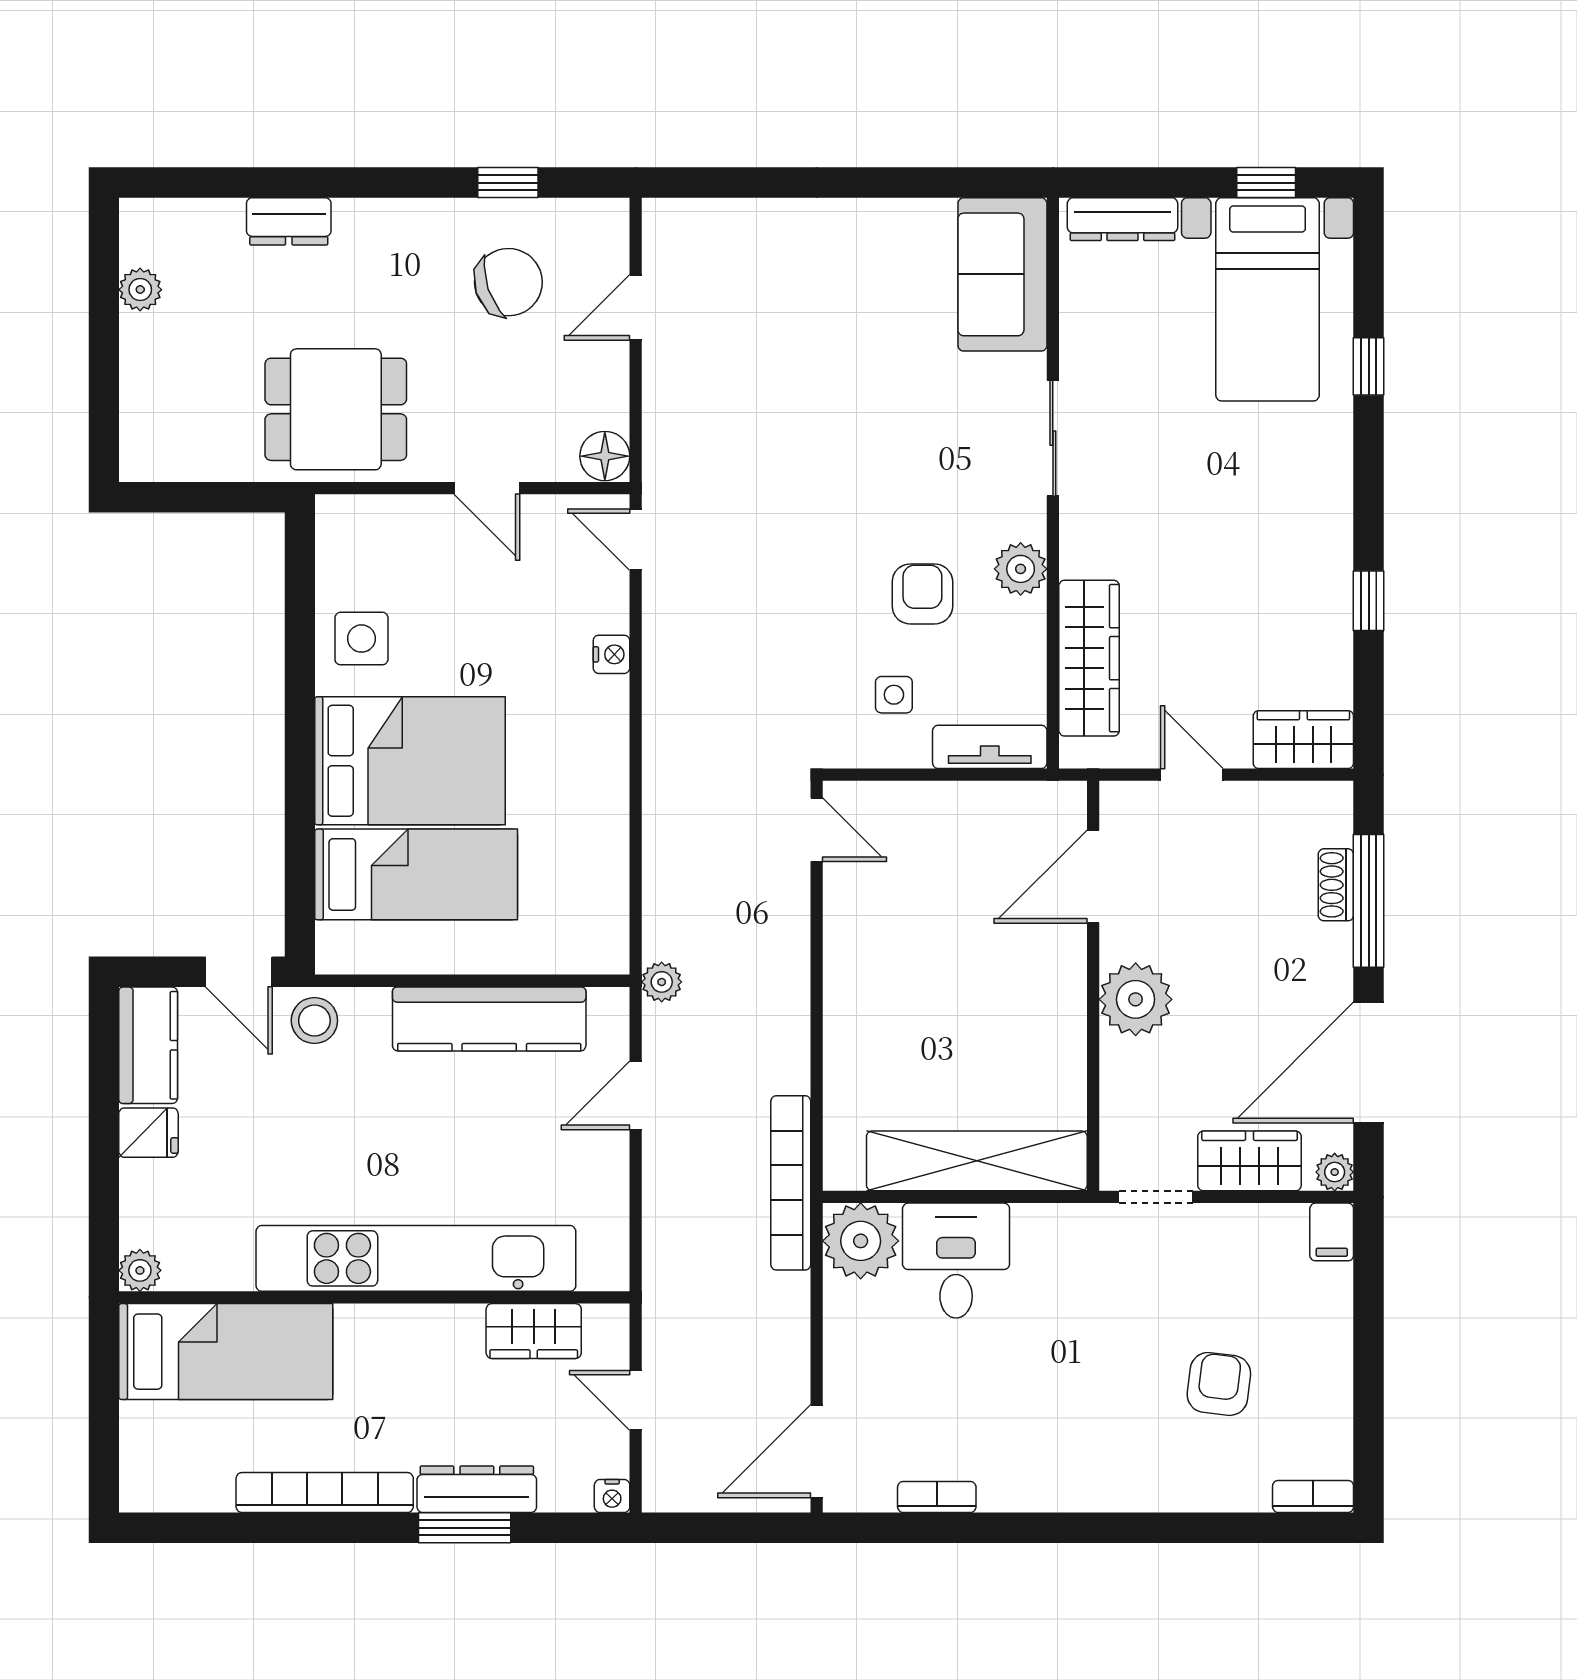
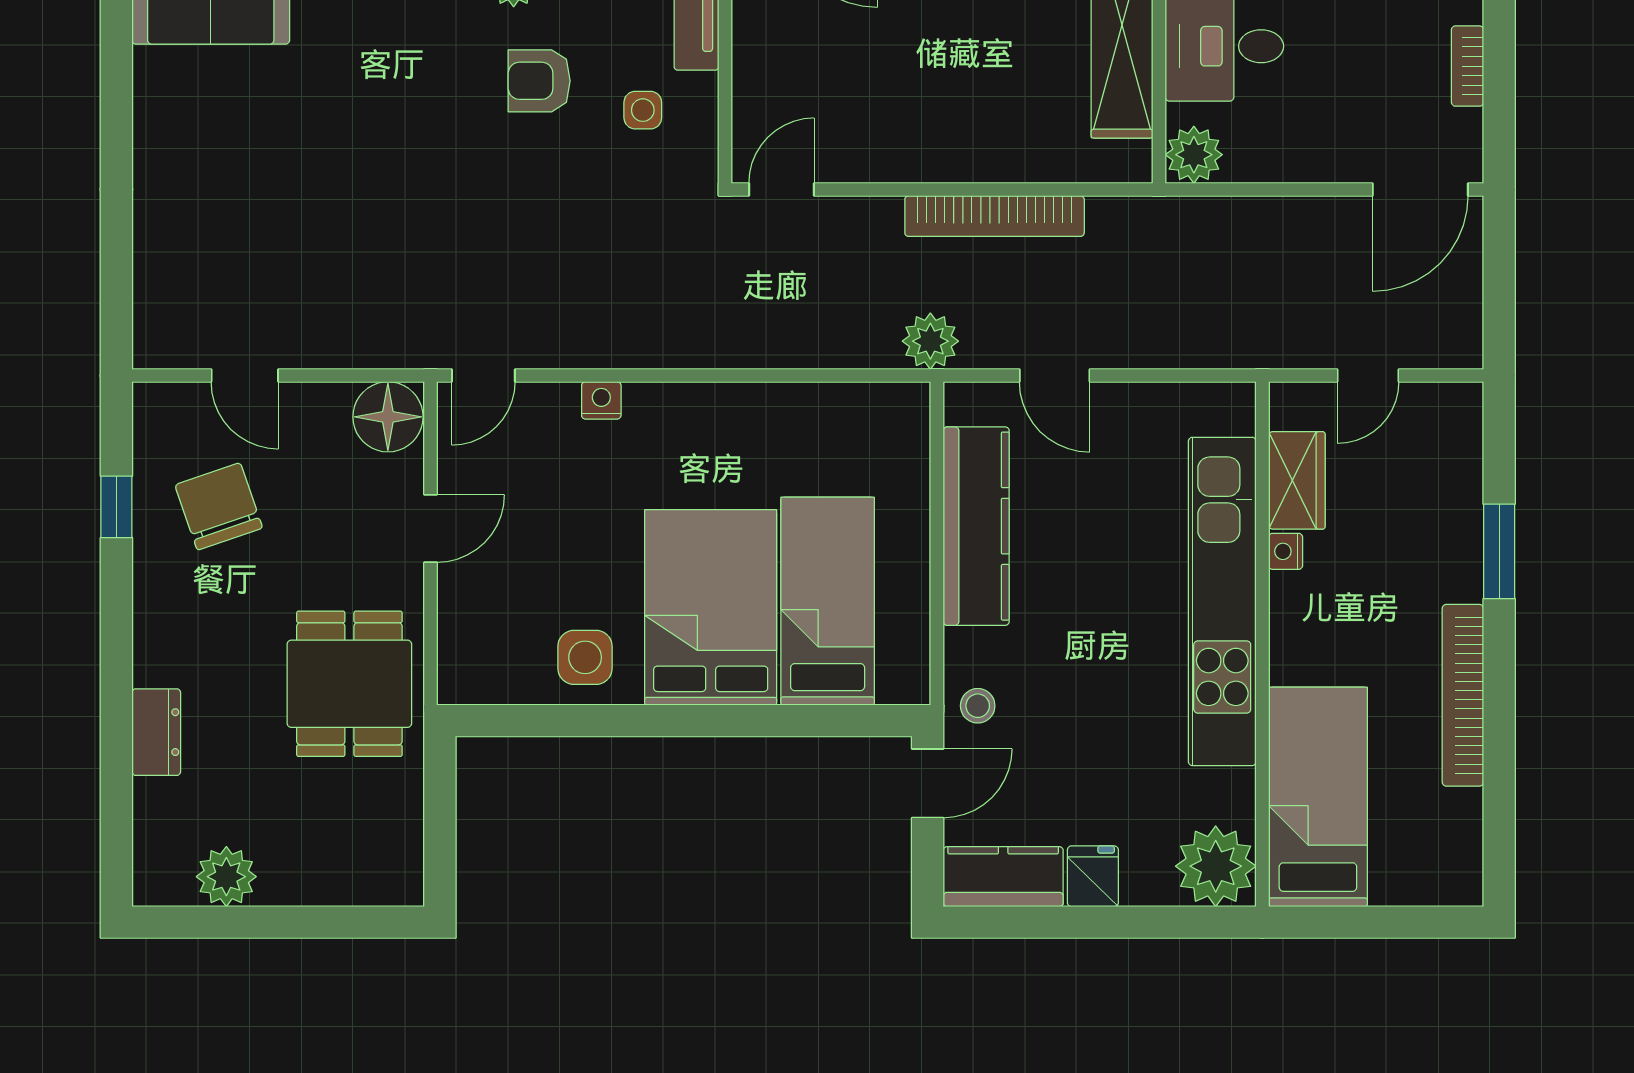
plant: (140, 290) -> (226, 877), width x1.38, depth x1.38
floor lamp: (605, 456) -> (388, 417), width x1.38, depth x1.38
plant: (662, 982) -> (930, 341), width x1.38, depth x1.38
stool: (314, 1021) -> (978, 706), width x0.73, depth x0.73
bookcase: (791, 1183) -> (995, 216), moved
plant: (861, 1241) -> (1194, 155), width x0.73, depth x0.73
plant: (140, 1270) -> (1216, 866), width x1.88, depth x1.88
door: (817, 1451) -> (1420, 190), hinge flipped
dresser: (477, 1489) -> (1459, 539), removed
nightstand: (612, 1496) -> (1286, 551), moved, turned 180

